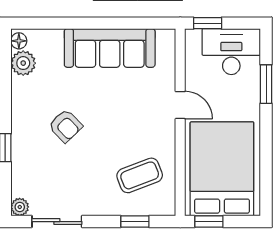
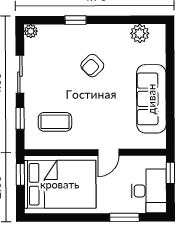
floor lamp: (19, 41) -> (157, 30), removed
coffee table: (140, 175) -> (55, 122), turned -69
sliding door: (57, 222) -> (20, 74), moved

